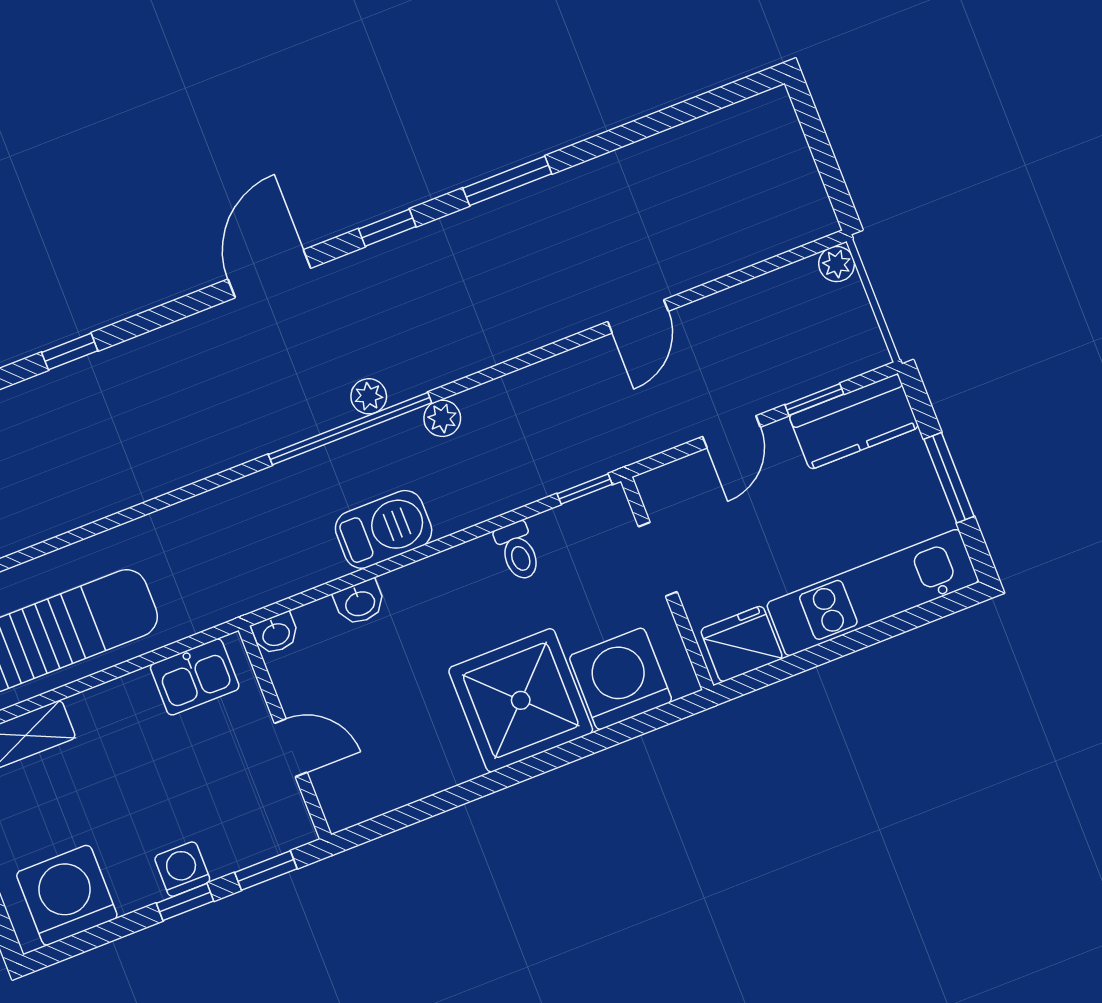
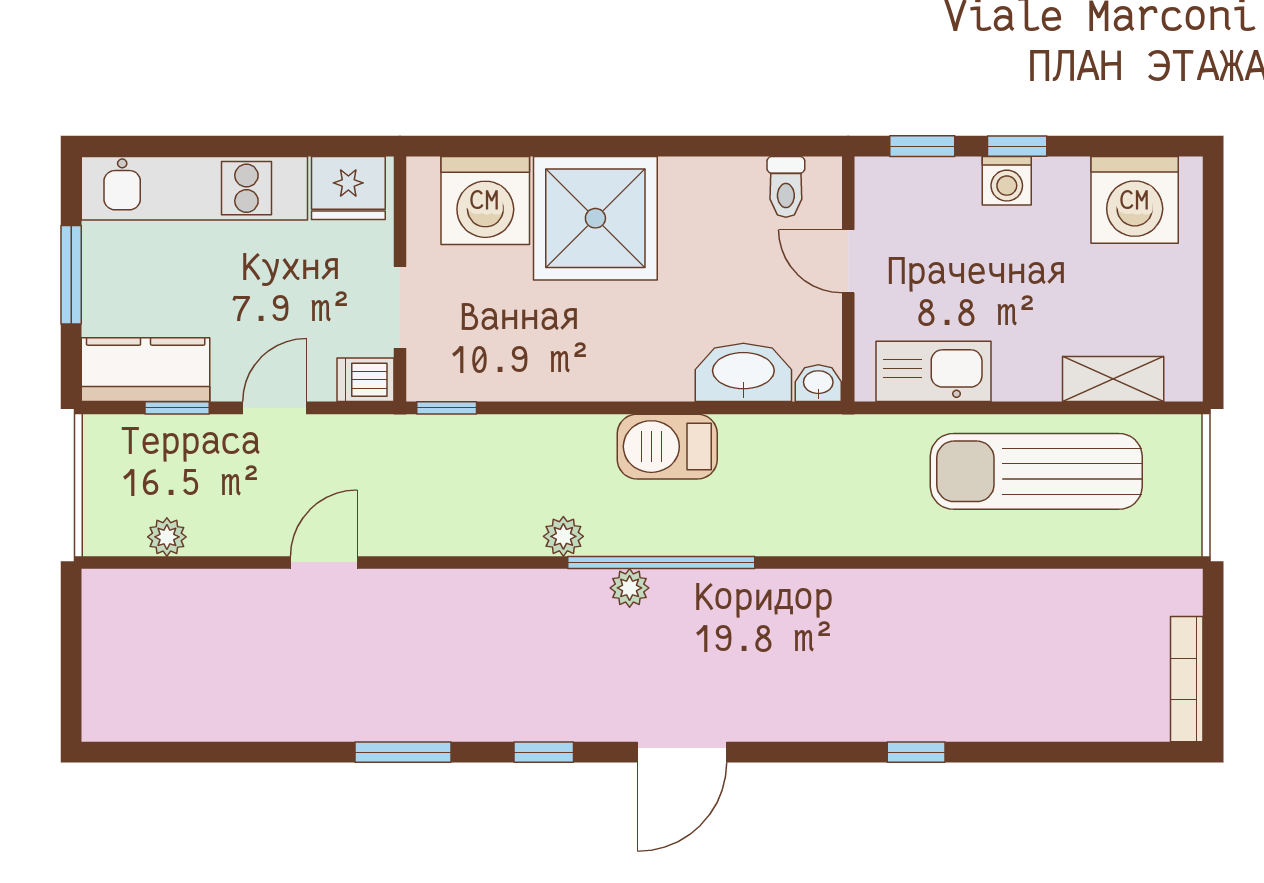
plant: (837, 264) -> (167, 537), moved
dishwasher: (663, 486) -> (365, 380), added
toilet: (518, 551) -> (786, 187), moved, turned 180
washbasin: (360, 603) -> (743, 372), width x1.91, depth x1.45
kitchen sink: (195, 677) -> (934, 371), width x1.38

